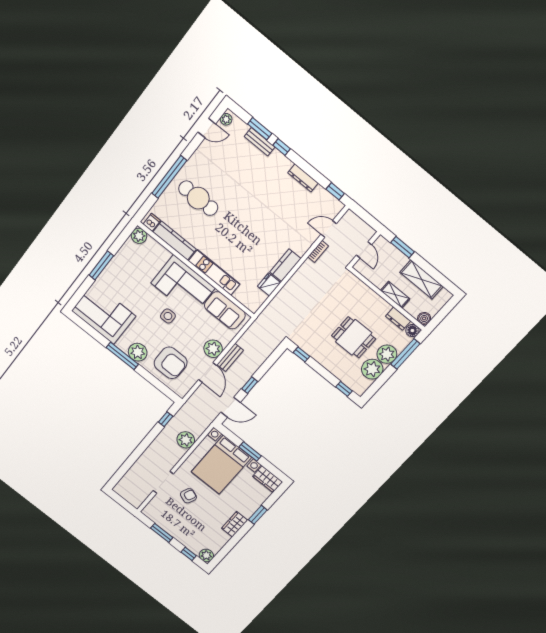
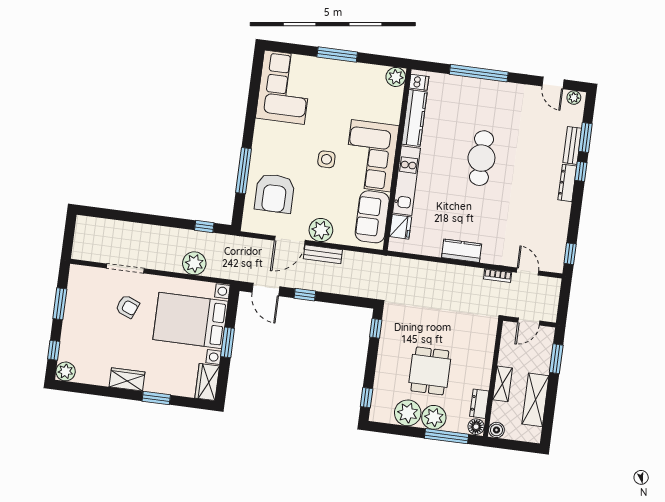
dresser: (303, 178) -> (567, 183), moved
cafe table: (198, 198) -> (481, 158), moved
fridge: (269, 284) -> (401, 227), moved, turned 90
plant: (138, 352) -> (263, 150), removed
window: (122, 356) -> (244, 171), moved

